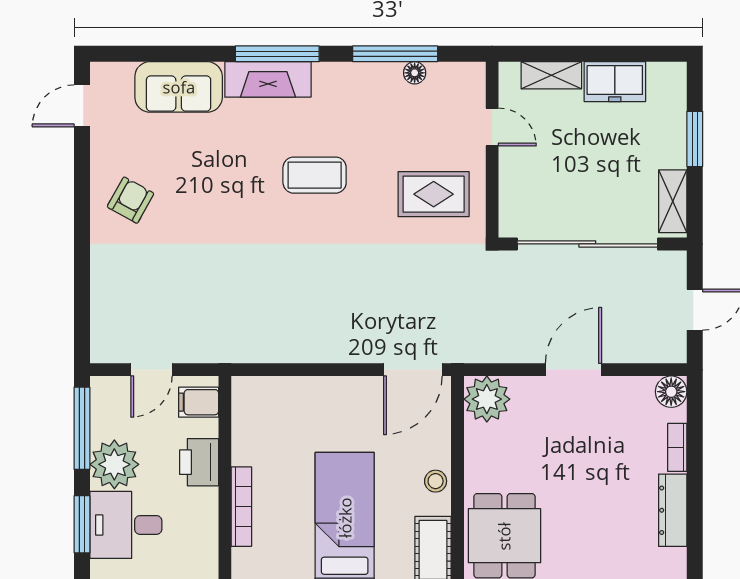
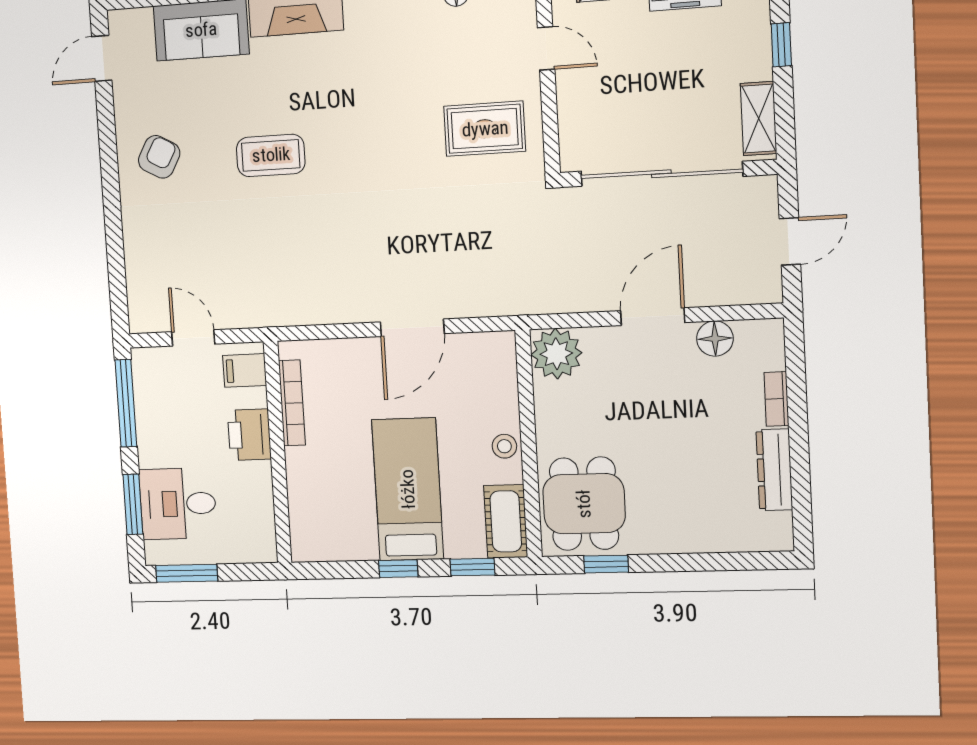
window: (695, 139) -> (781, 45), width x0.67
coffee table: (315, 175) -> (271, 155), moved
door: (151, 370) -> (193, 338), swing flipped
door: (413, 370) -> (412, 328), moved
floor lamp: (671, 392) -> (715, 339), moved
plant: (114, 464) -> (162, 440), removed
bookcase: (241, 507) -> (292, 403), moved

